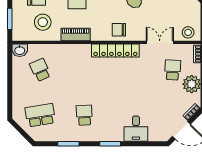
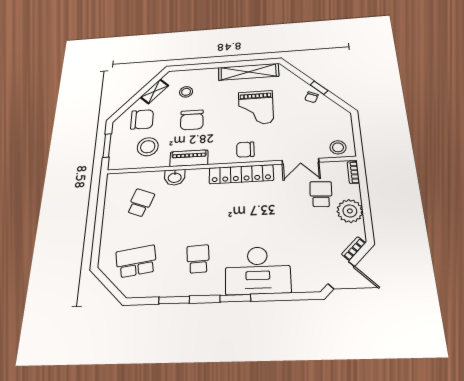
double door: (160, 42) -> (300, 161), swing flipped
washbasin: (20, 50) -> (175, 177), moved
school desk: (40, 70) -> (140, 203), turned 45
desk: (136, 129) -> (258, 270), width x1.87, depth x1.30

